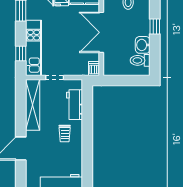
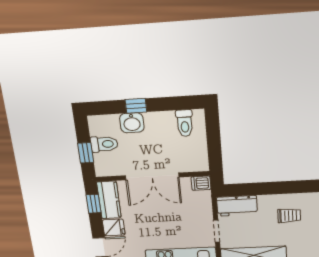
washbasin: (143, 45) -> (132, 123), moved
workbench: (75, 105) -> (237, 206), moved

